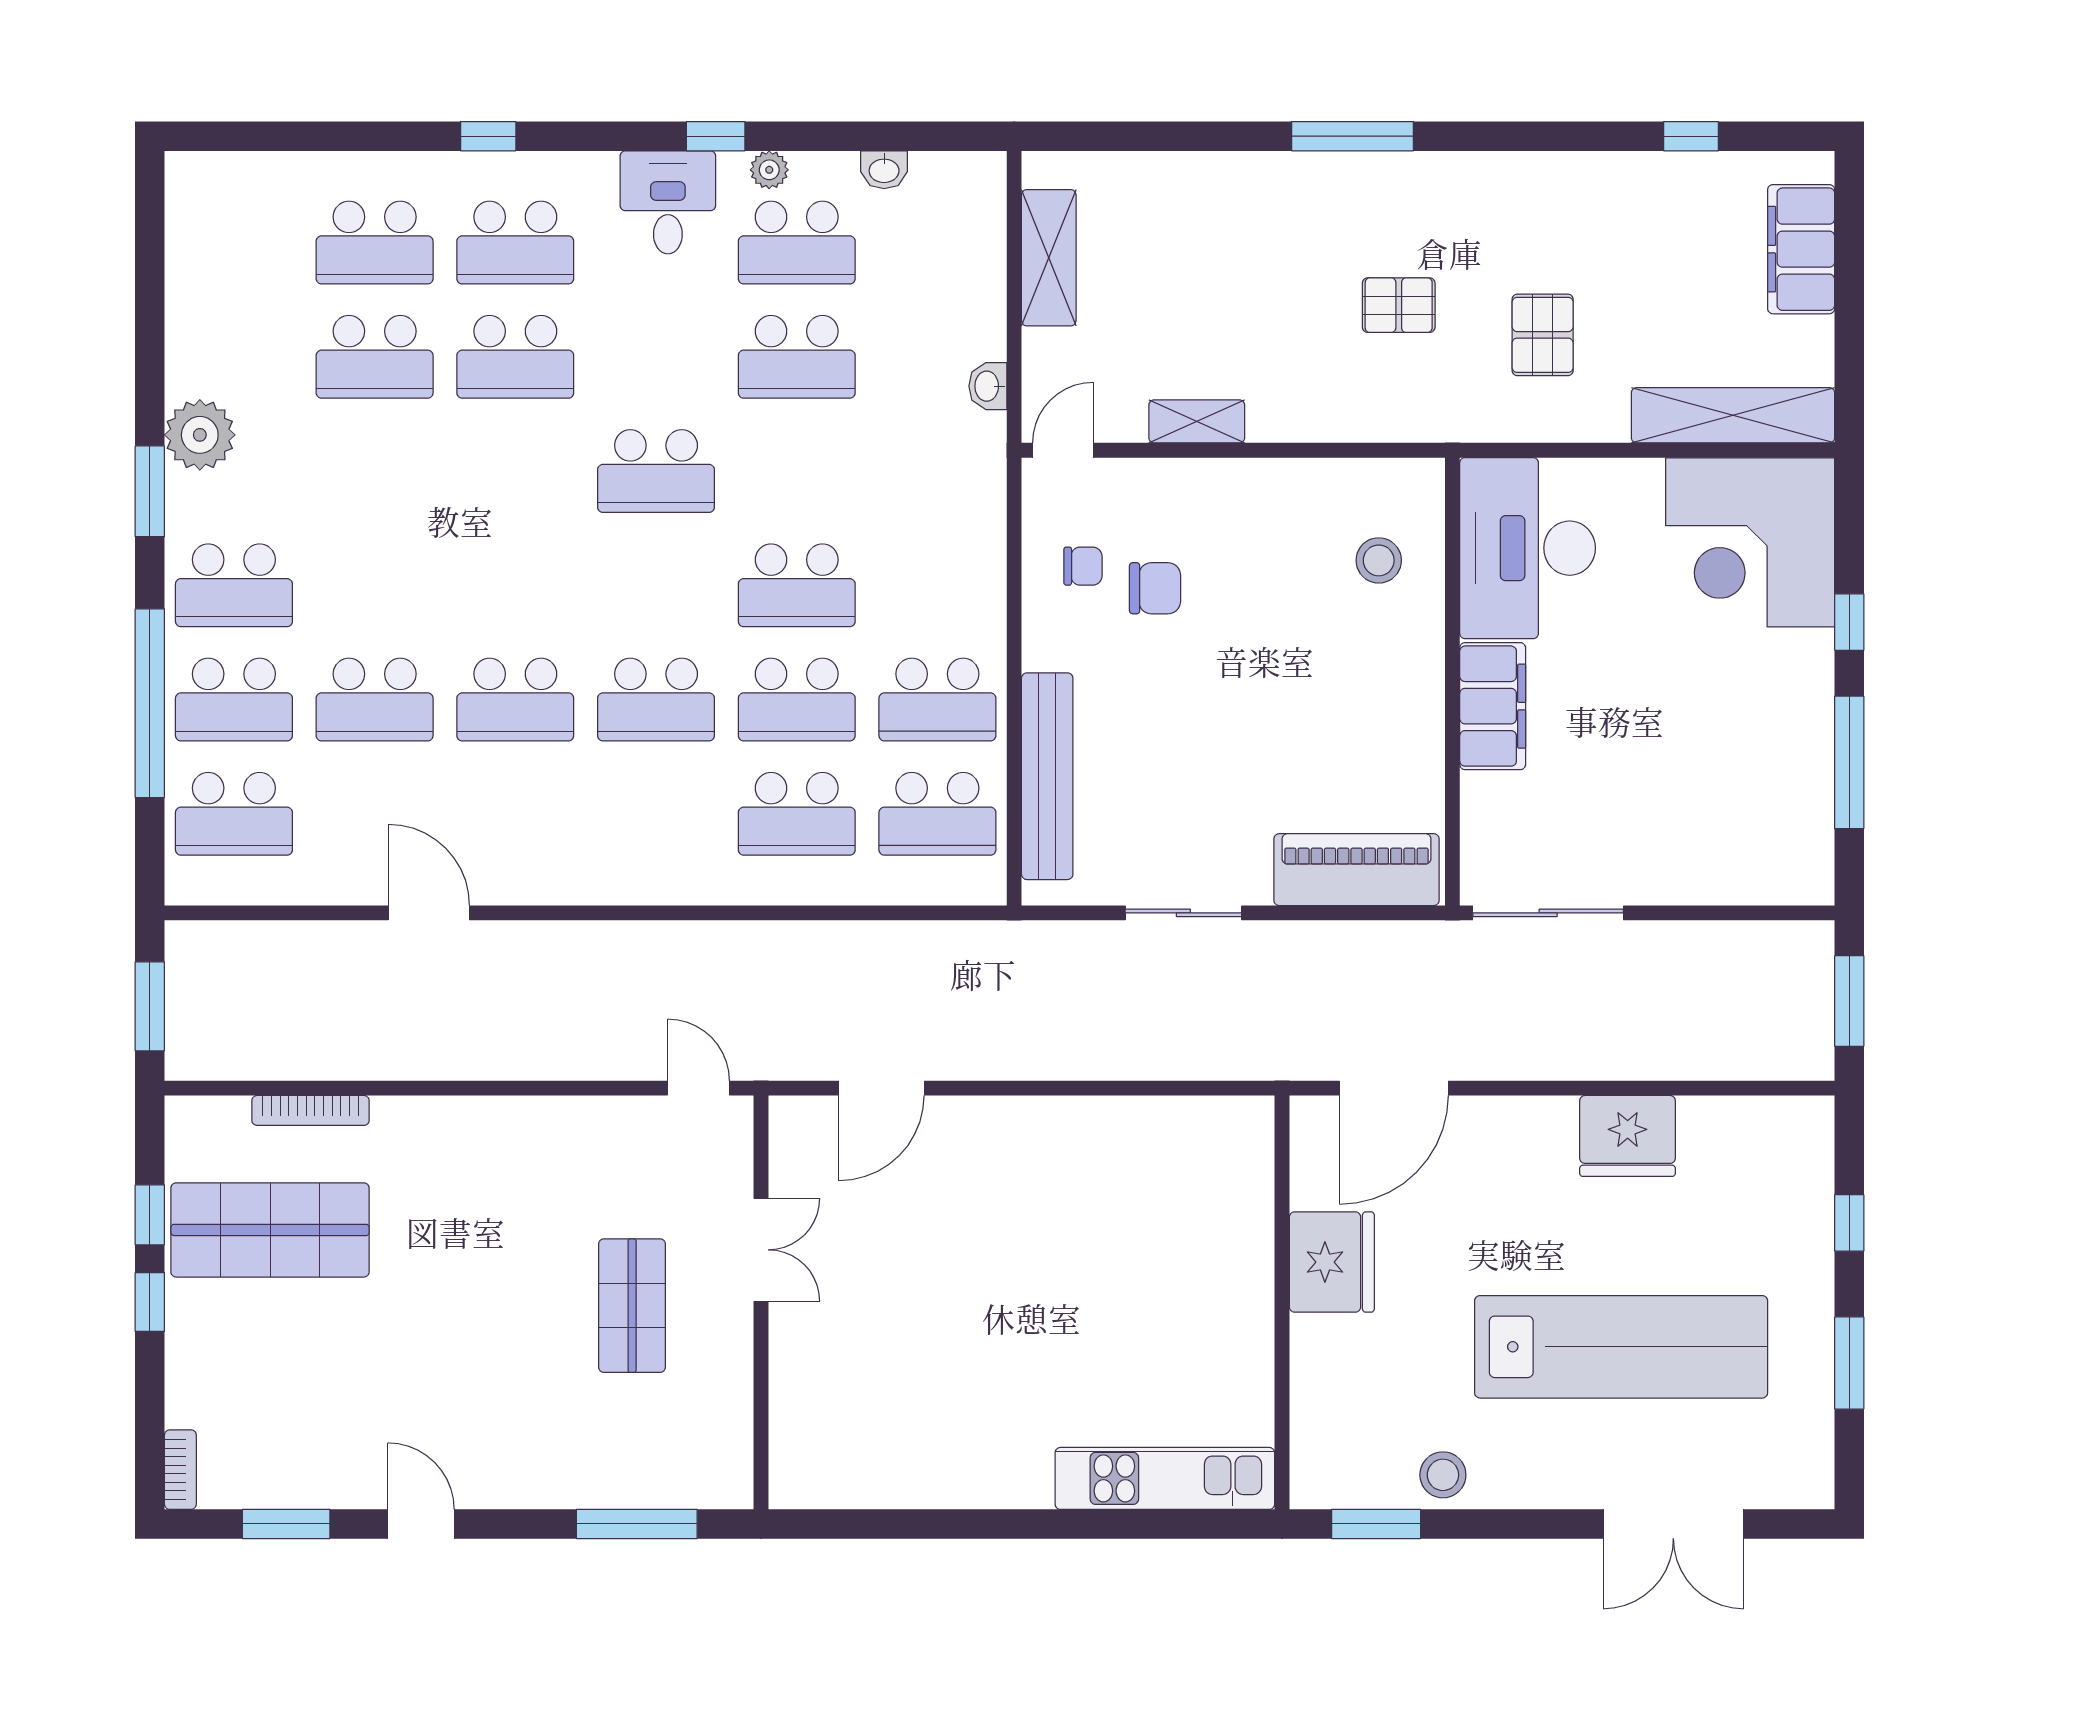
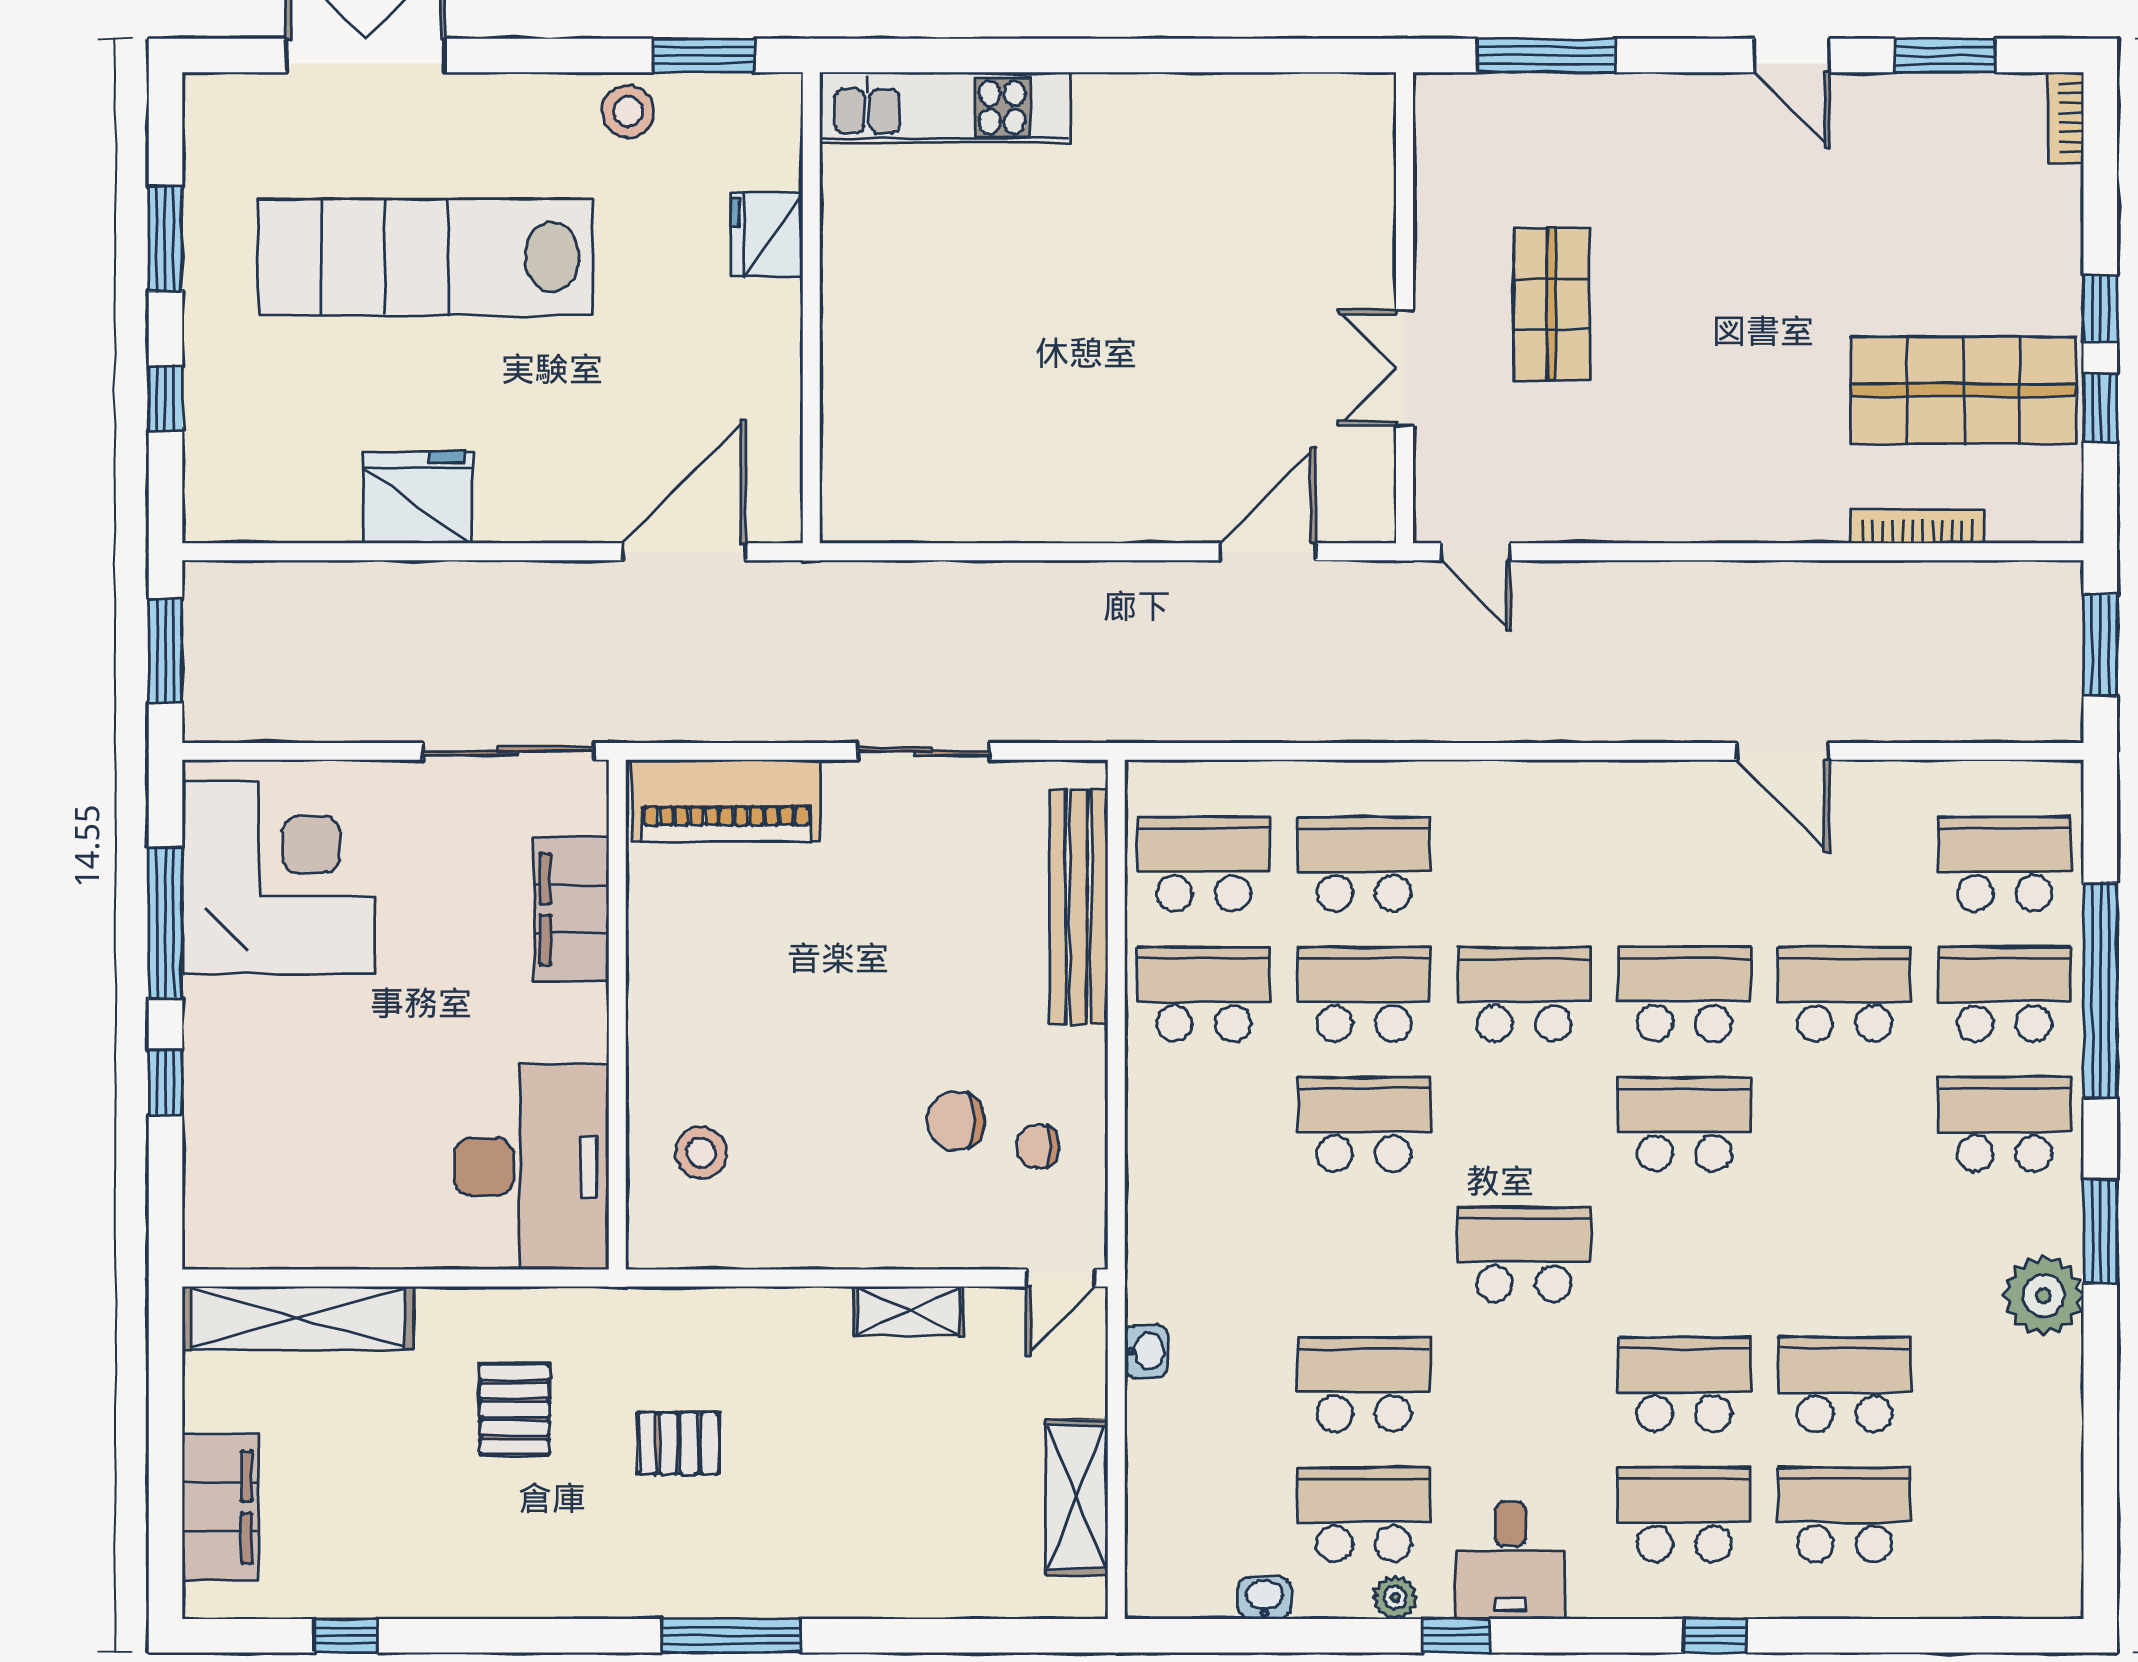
corner desk: (1750, 542) -> (278, 877), moved
school desk: (515, 585) -> (1684, 1124), added
filing cabinet: (1493, 706) -> (571, 909), moved
fridge: (1332, 1262) -> (767, 235), moved, width x0.73, depth x0.75

